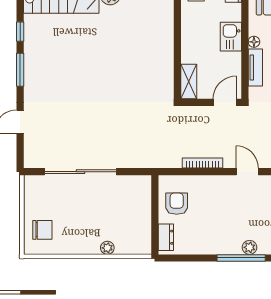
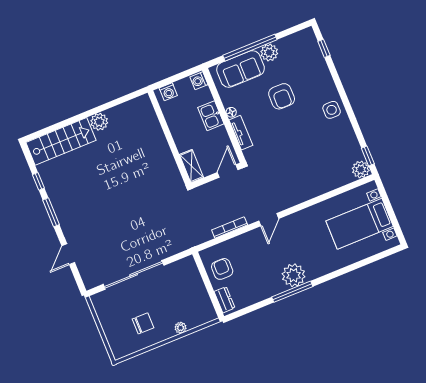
door: (247, 172) -> (269, 220), swing flipped
chair: (42, 230) -> (143, 323), moved
plant: (250, 247) -> (294, 275), width x1.88, depth x1.88

